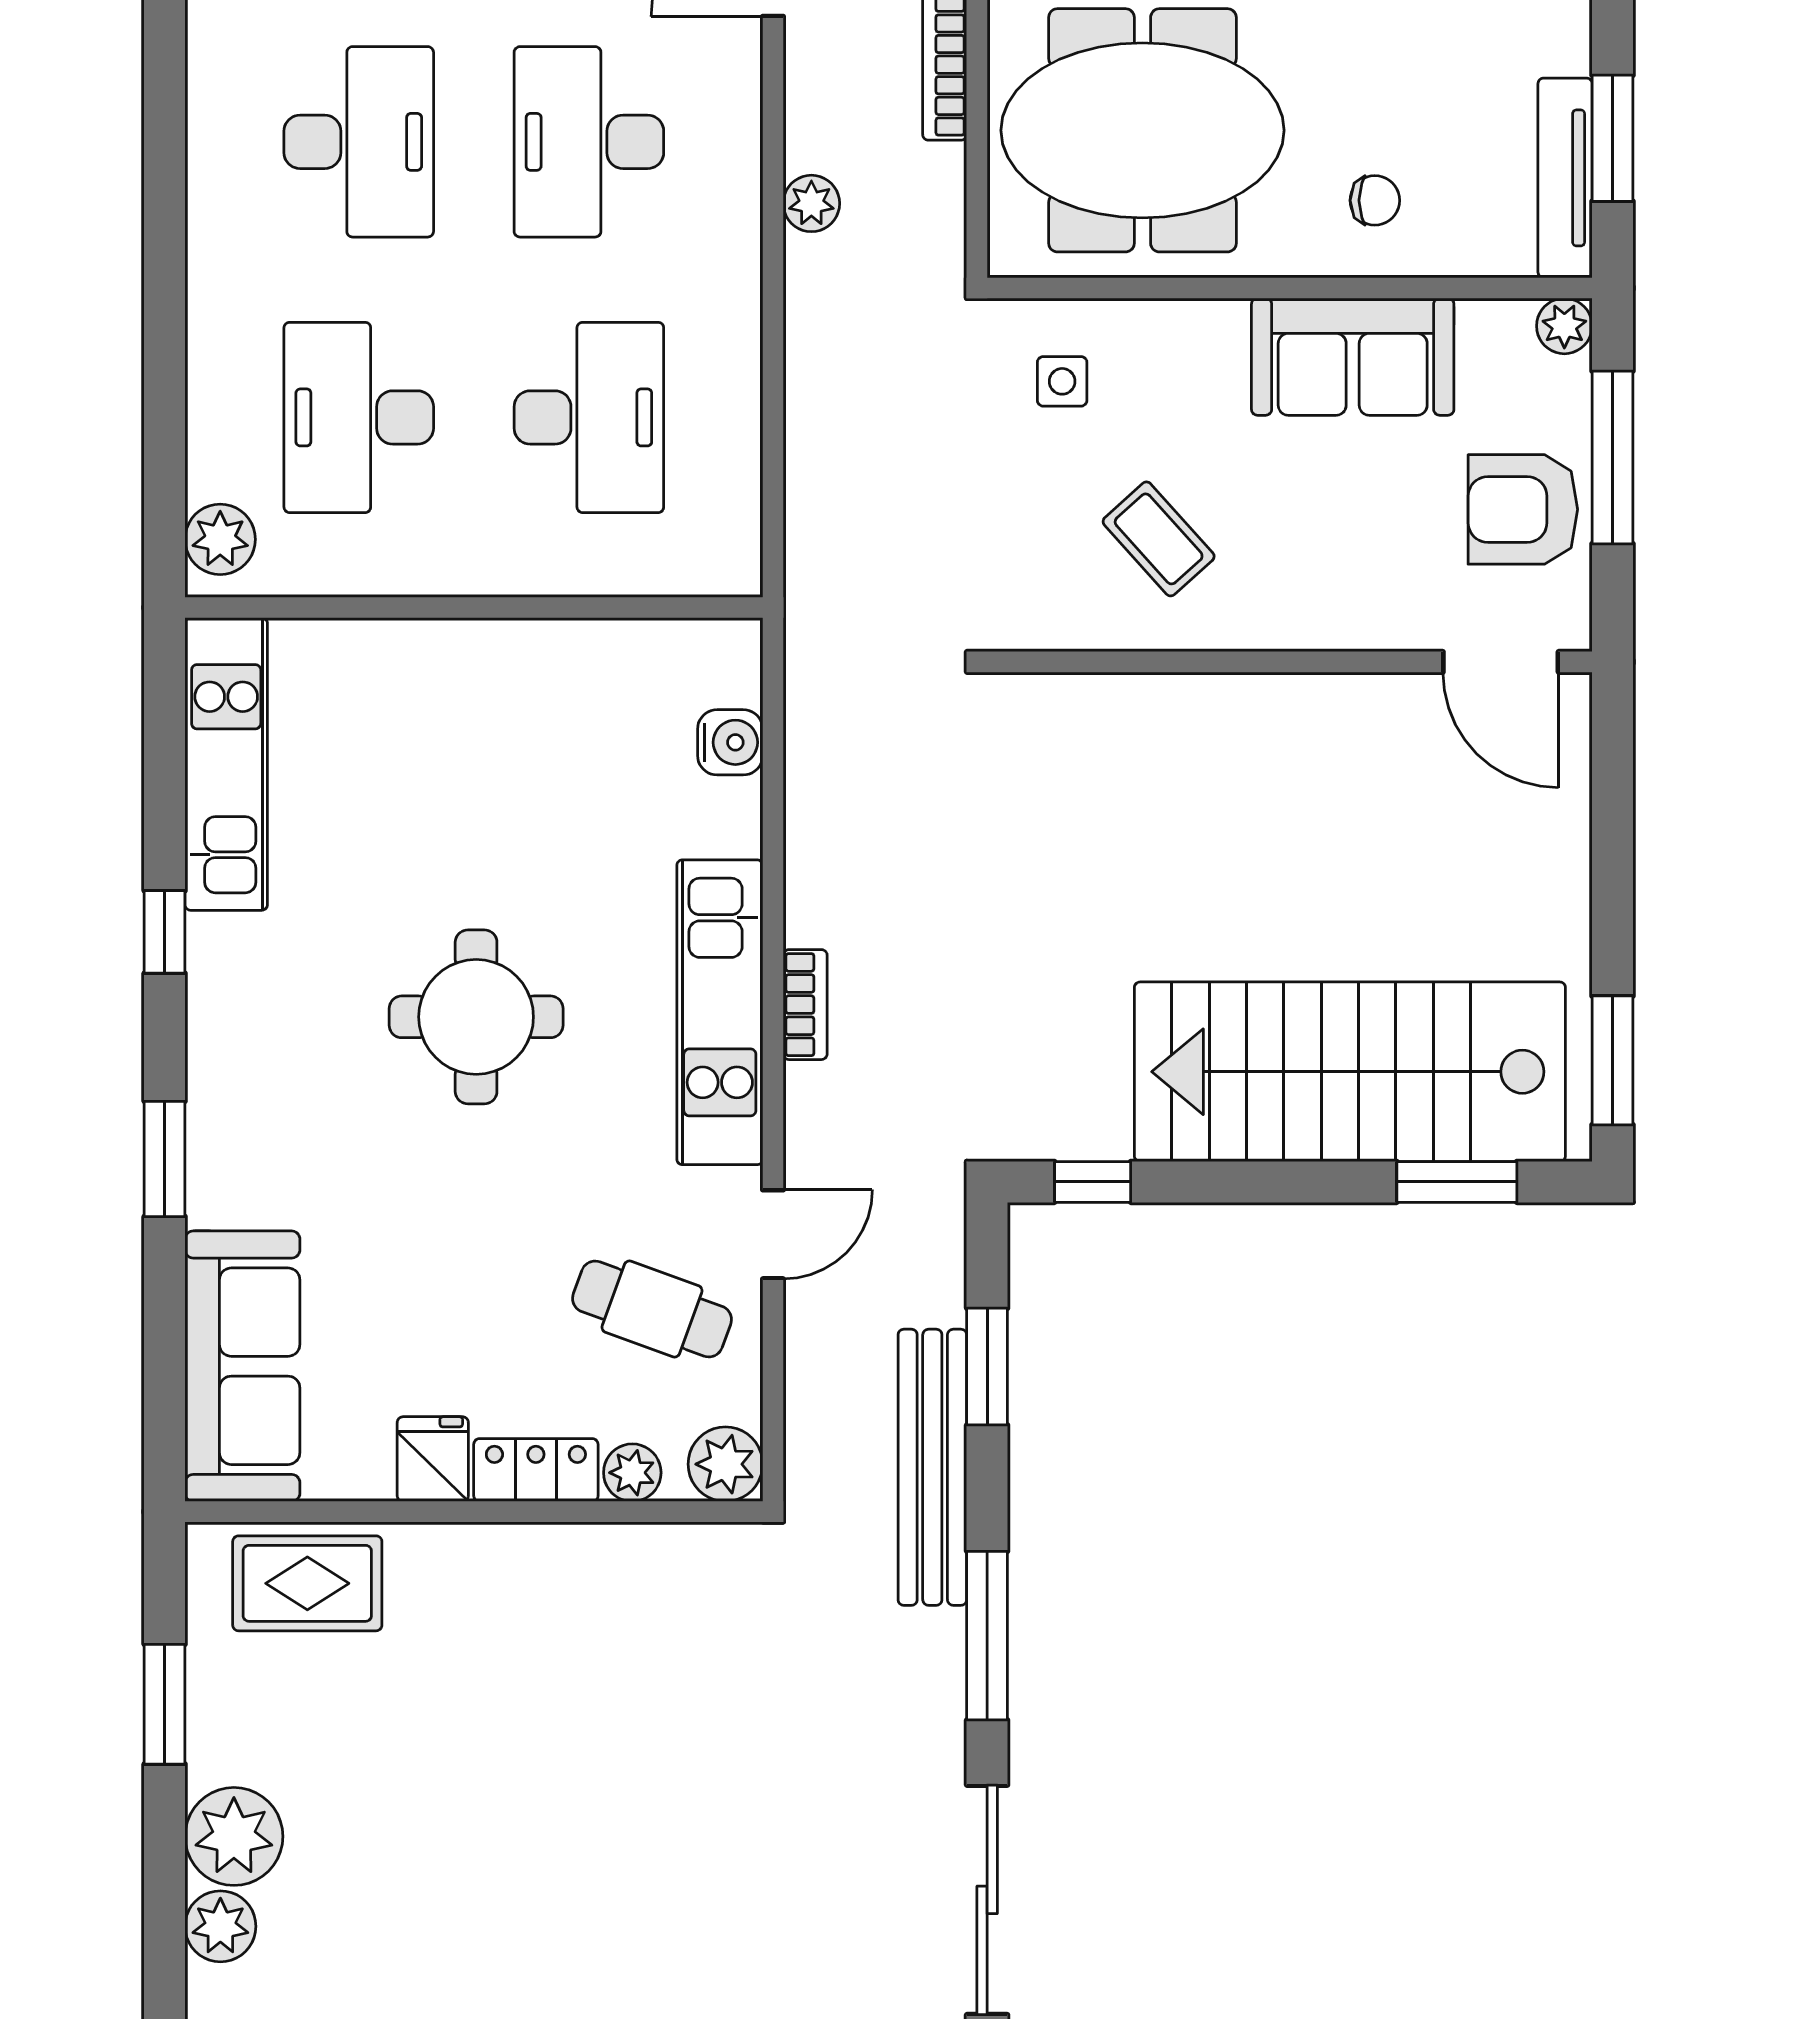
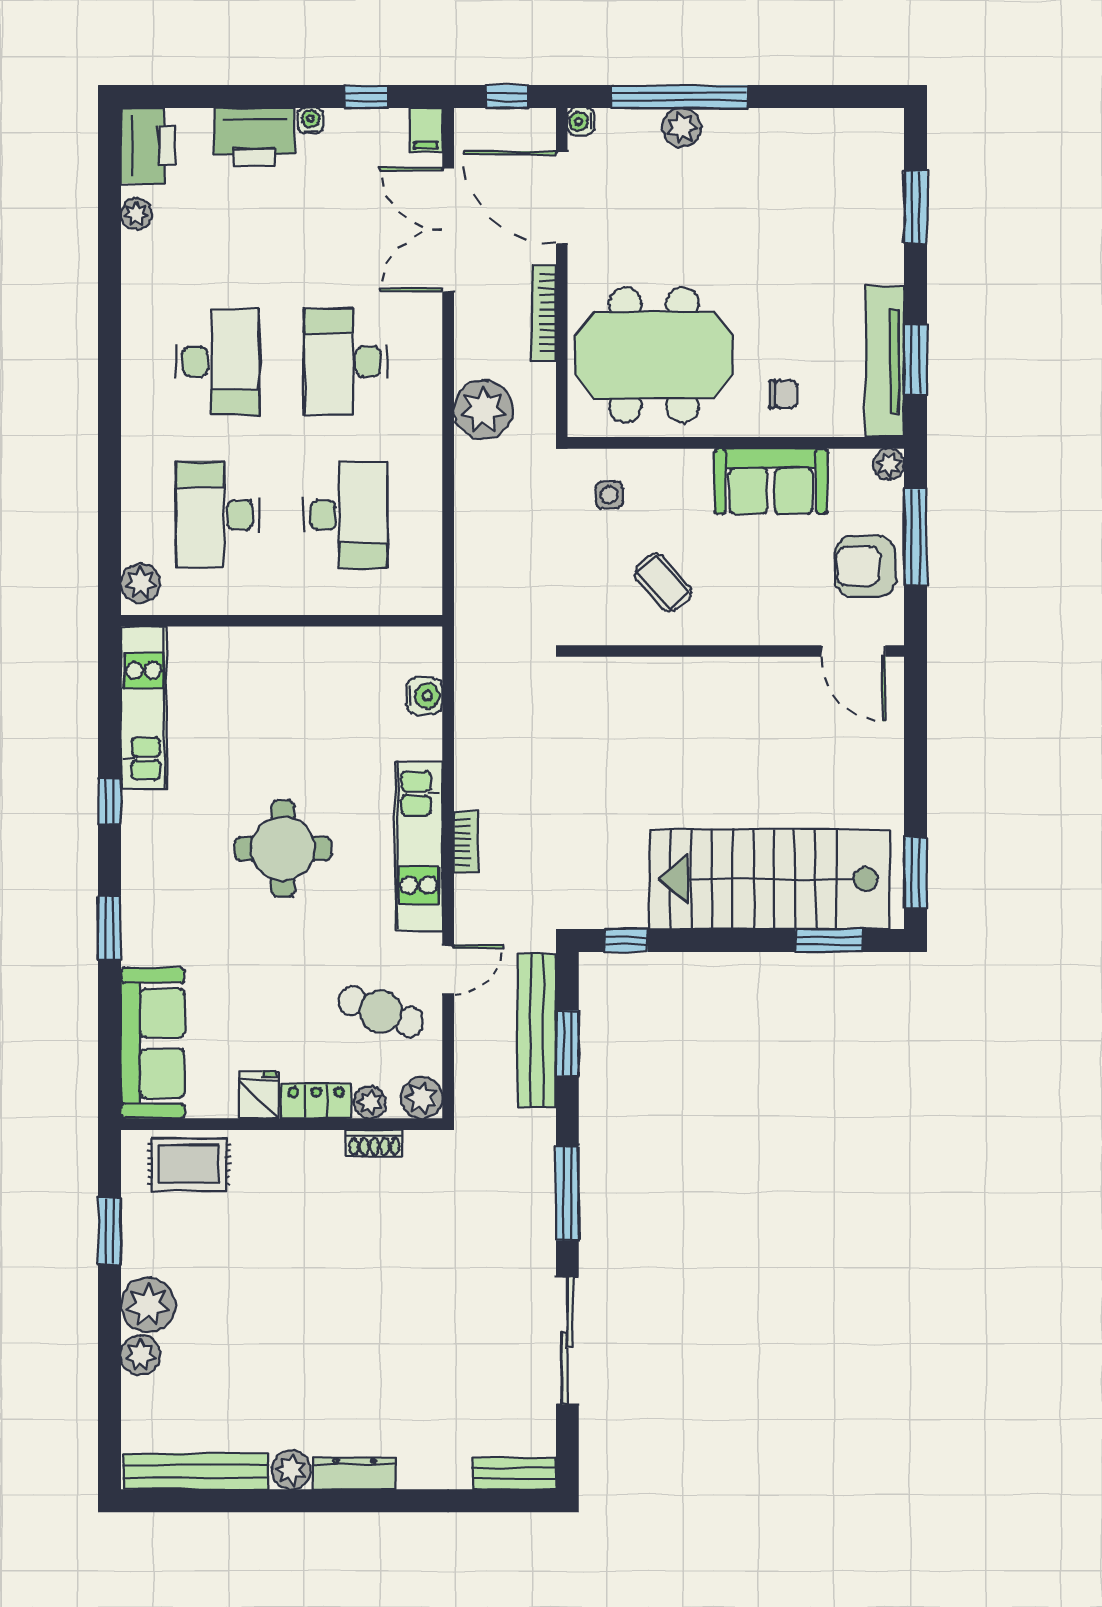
tv unit: (1565, 178) -> (885, 362), width x1.36, depth x1.29
plant: (811, 203) -> (483, 410), width x1.87, depth x1.87
bench: (932, 1467) -> (537, 1031), moved
shoe rack: (641, 1546) -> (374, 1143), added

